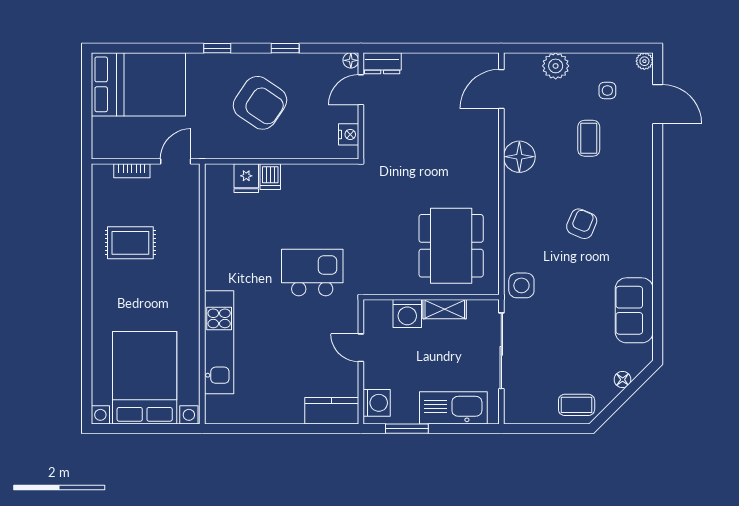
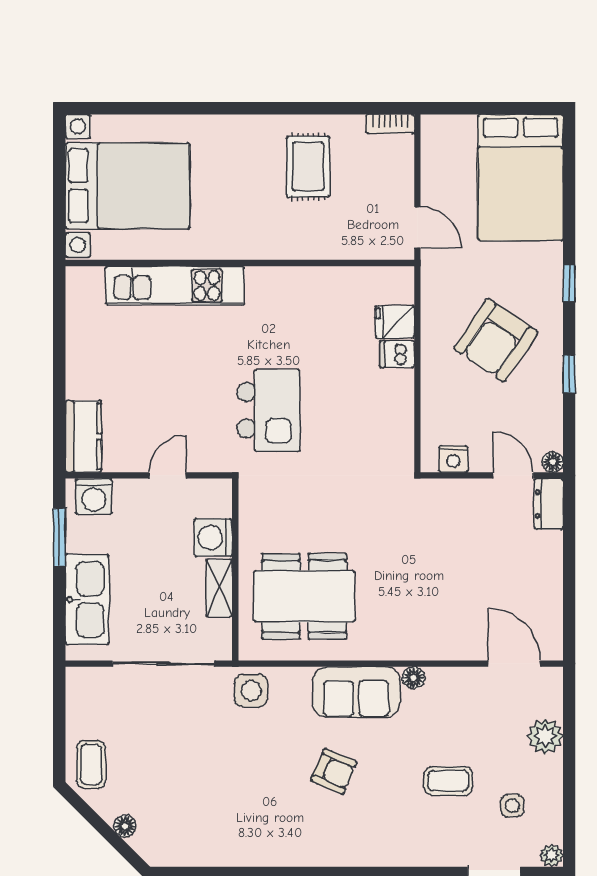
floor lamp: (519, 157) -> (414, 678), width x0.53, depth x0.53
bookcase: (132, 171) -> (390, 124), moved, turned -90
sofa: (634, 310) -> (356, 692), moved, turned 180

